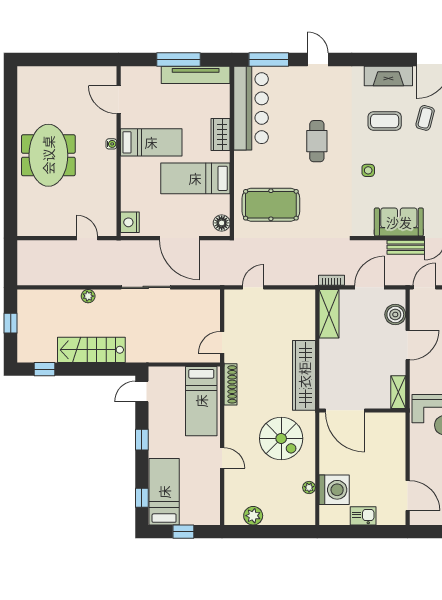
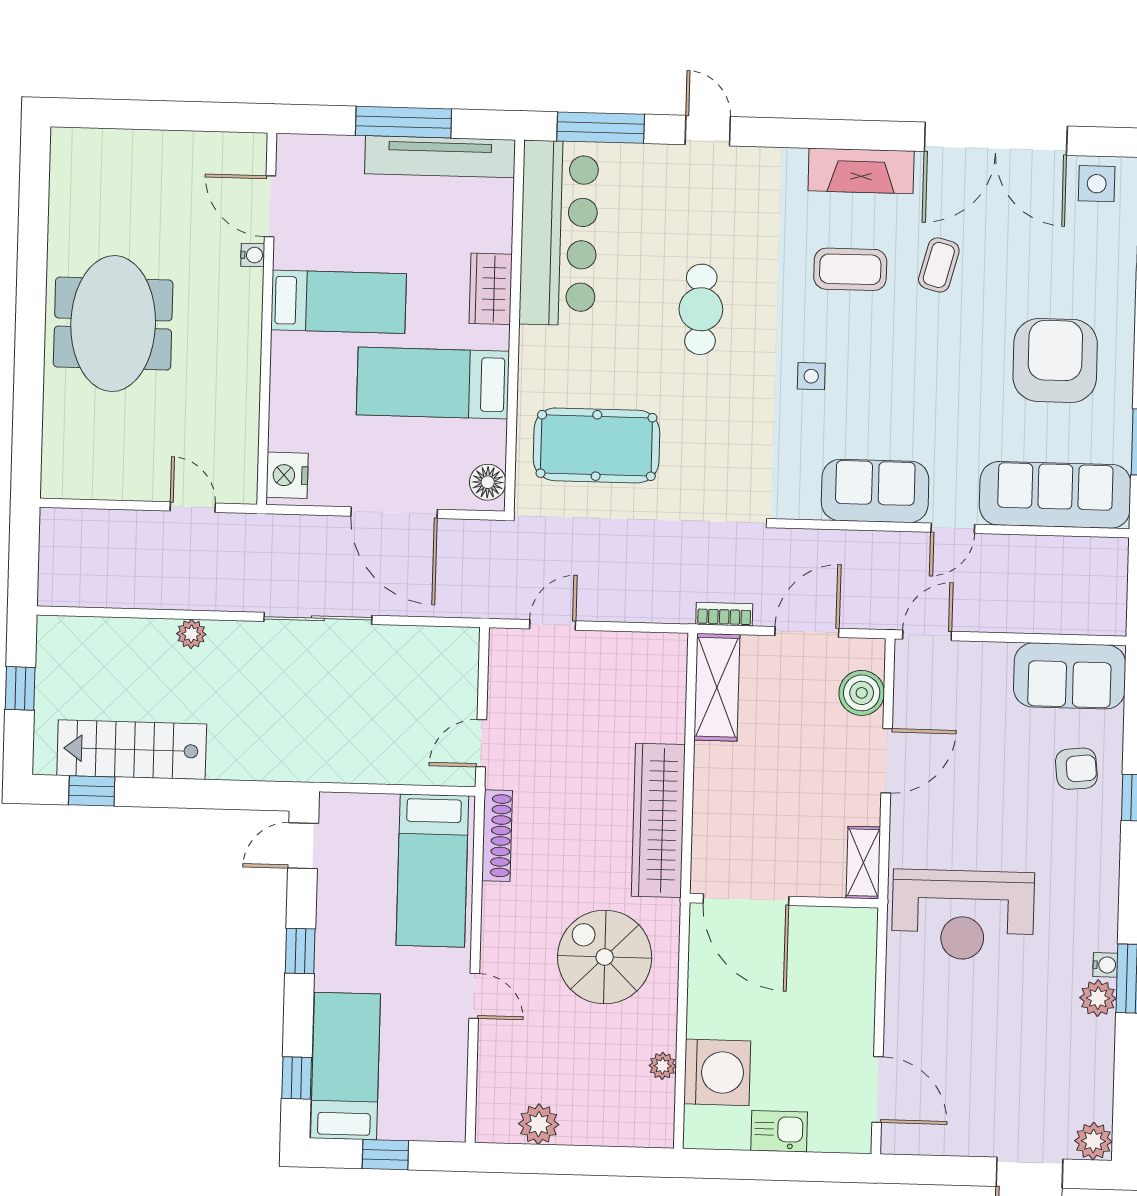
water cooler: (111, 144) -> (253, 255), moved
bench: (406, 247) -> (889, 546), removed
stairs: (91, 350) -> (132, 750), moved
spiral stairs: (281, 439) -> (605, 957), turned 180

